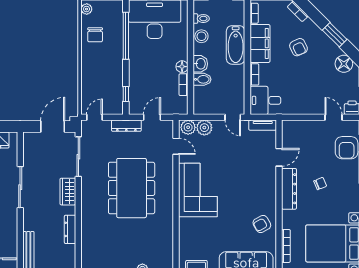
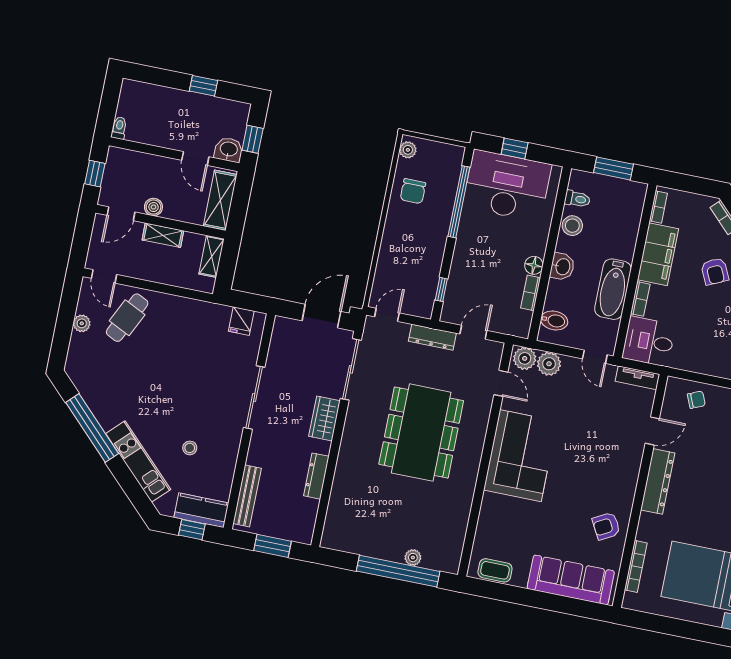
bathtub: (236, 45) -> (613, 289), moved
bidet: (202, 79) -> (554, 321), moved
chair: (320, 184) -> (696, 400), moved

